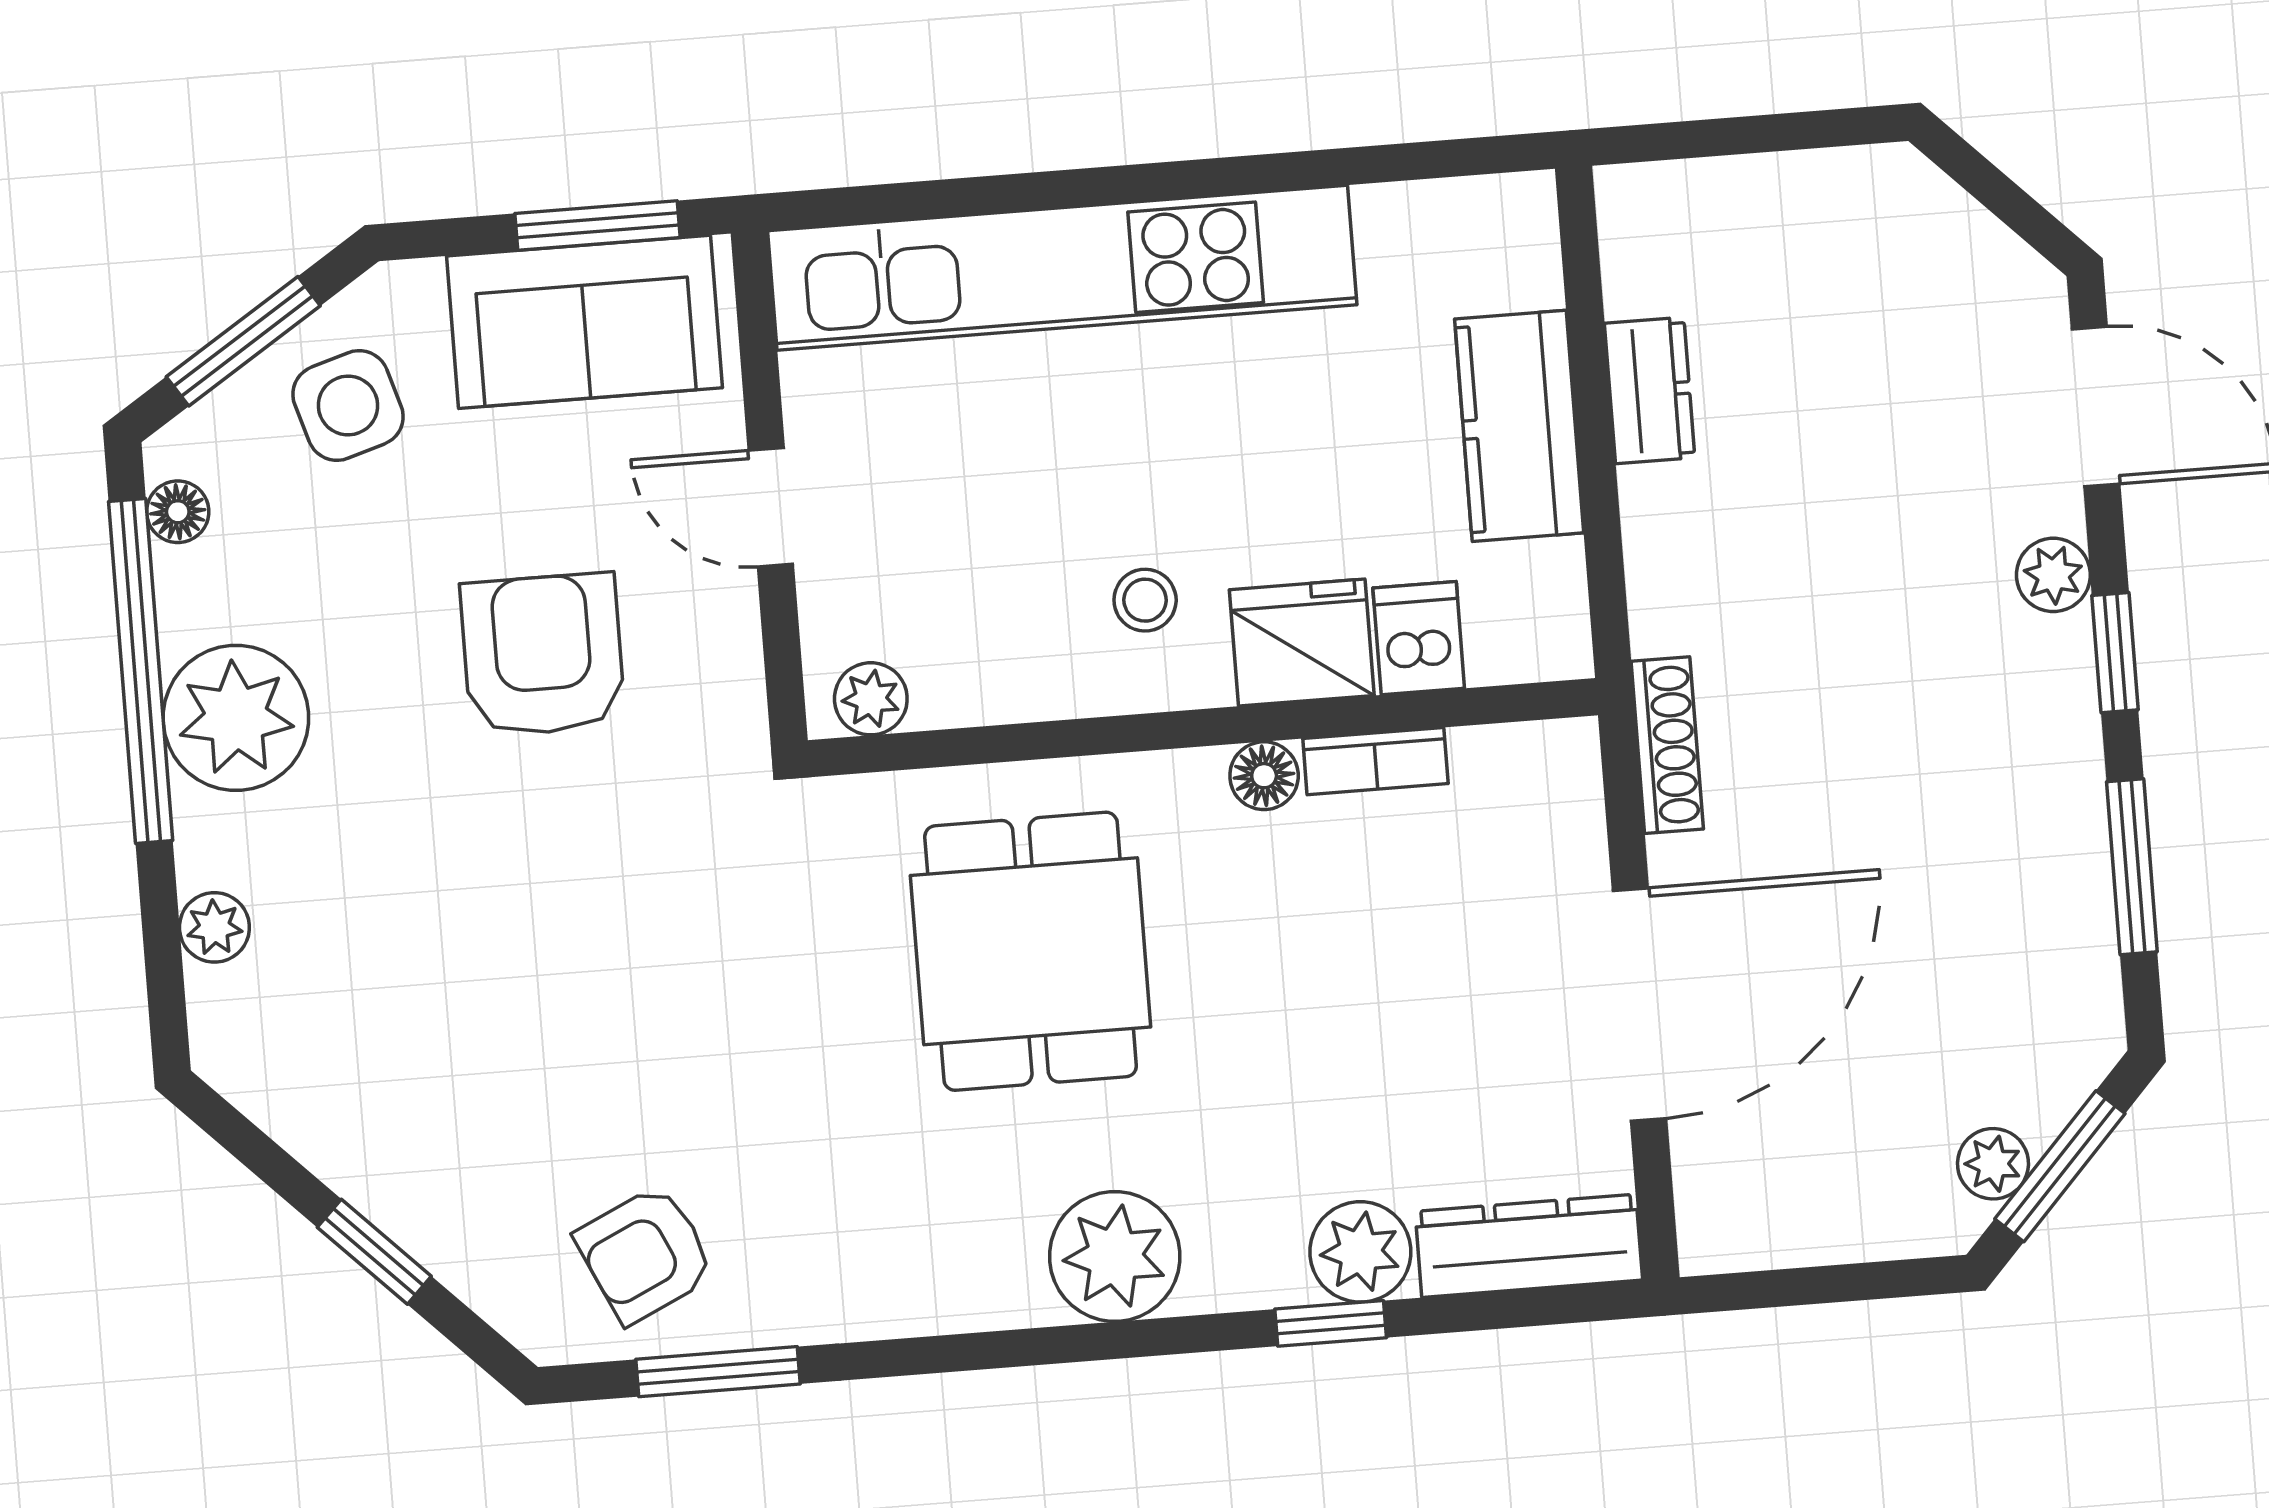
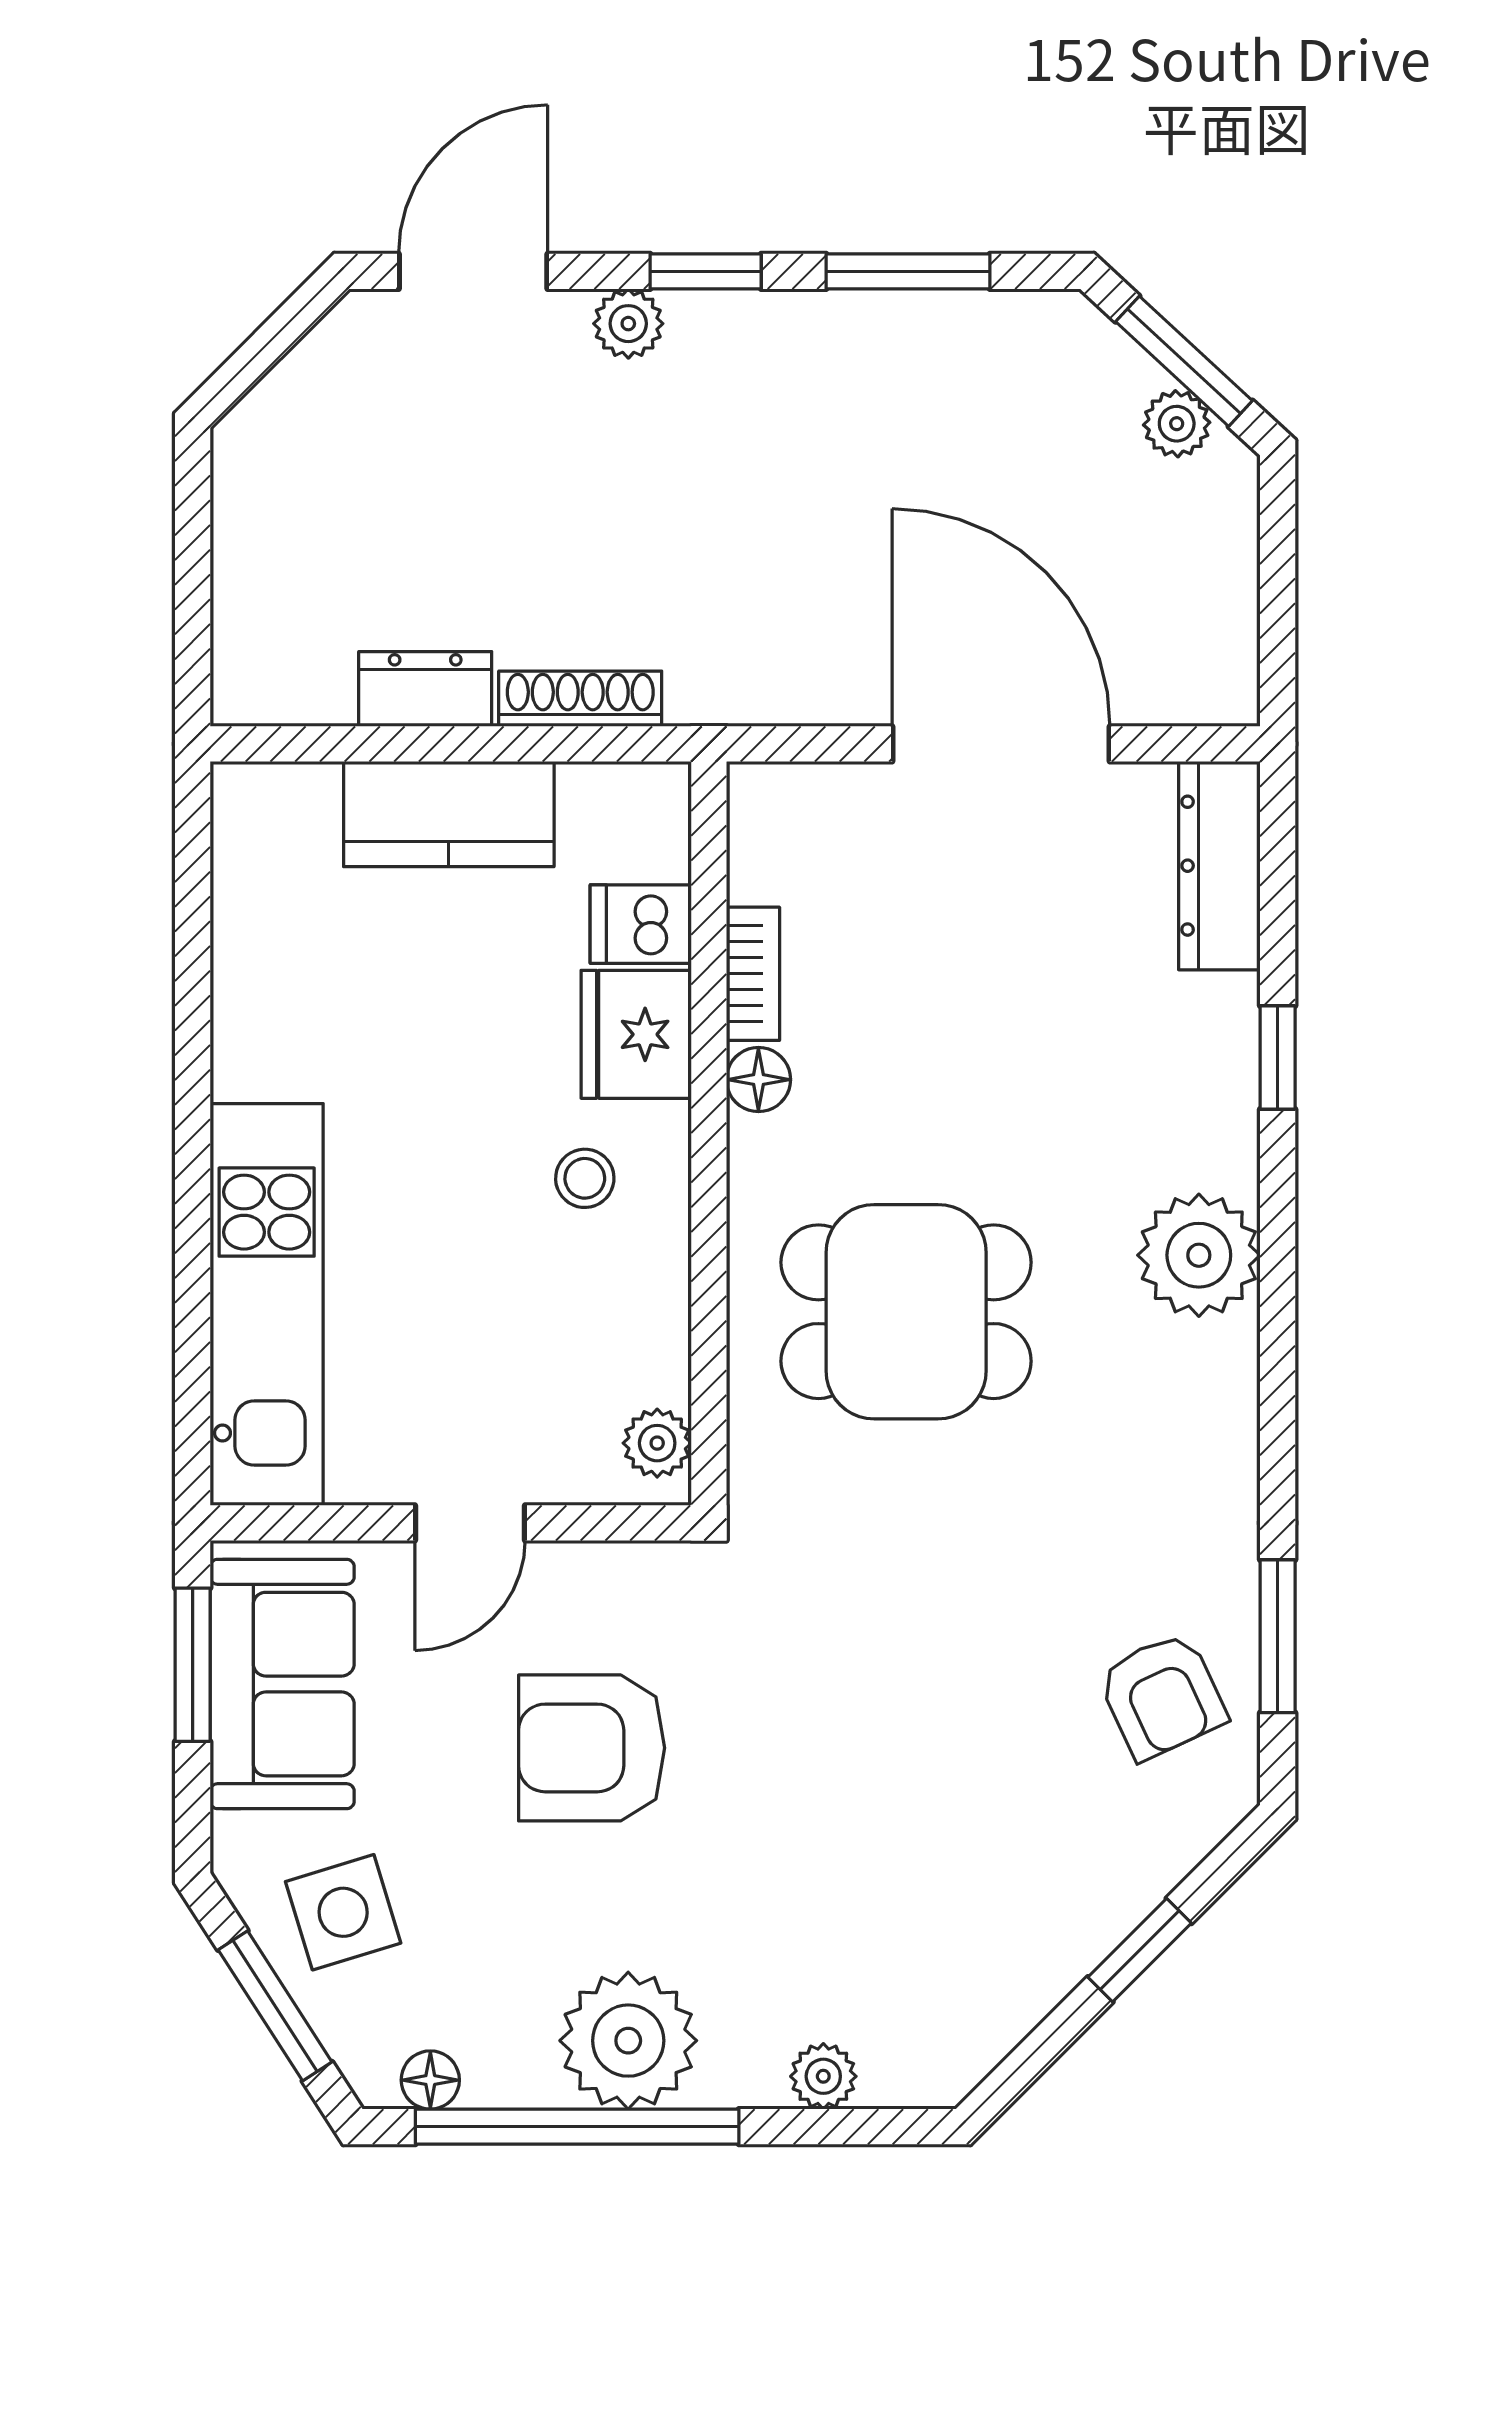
kitchen unit: (1062, 268) -> (267, 1304), width x0.73
shoe rack: (1667, 745) -> (580, 699), moved
plant: (1360, 1252) -> (1213, 1024), removed

